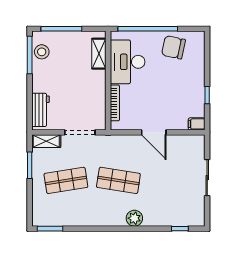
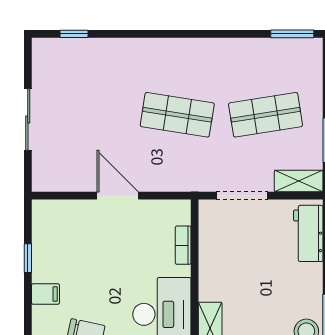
bookcase: (115, 103) -> (183, 245), width x0.64
filing cabinet: (197, 124) -> (45, 294), moved
plant: (134, 218) -> (150, 51), removed

